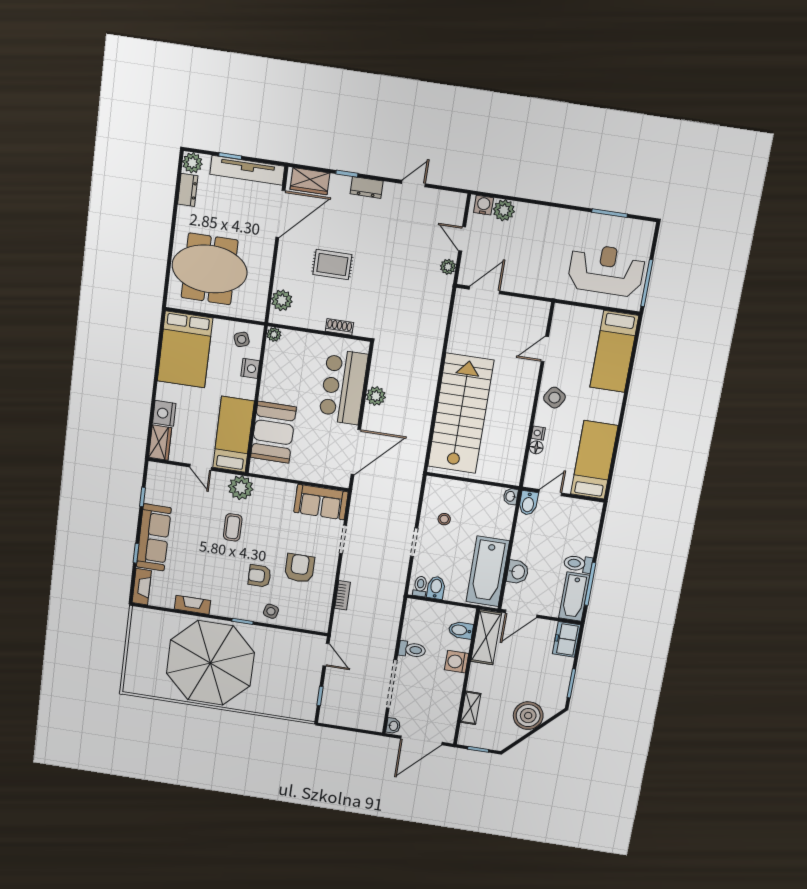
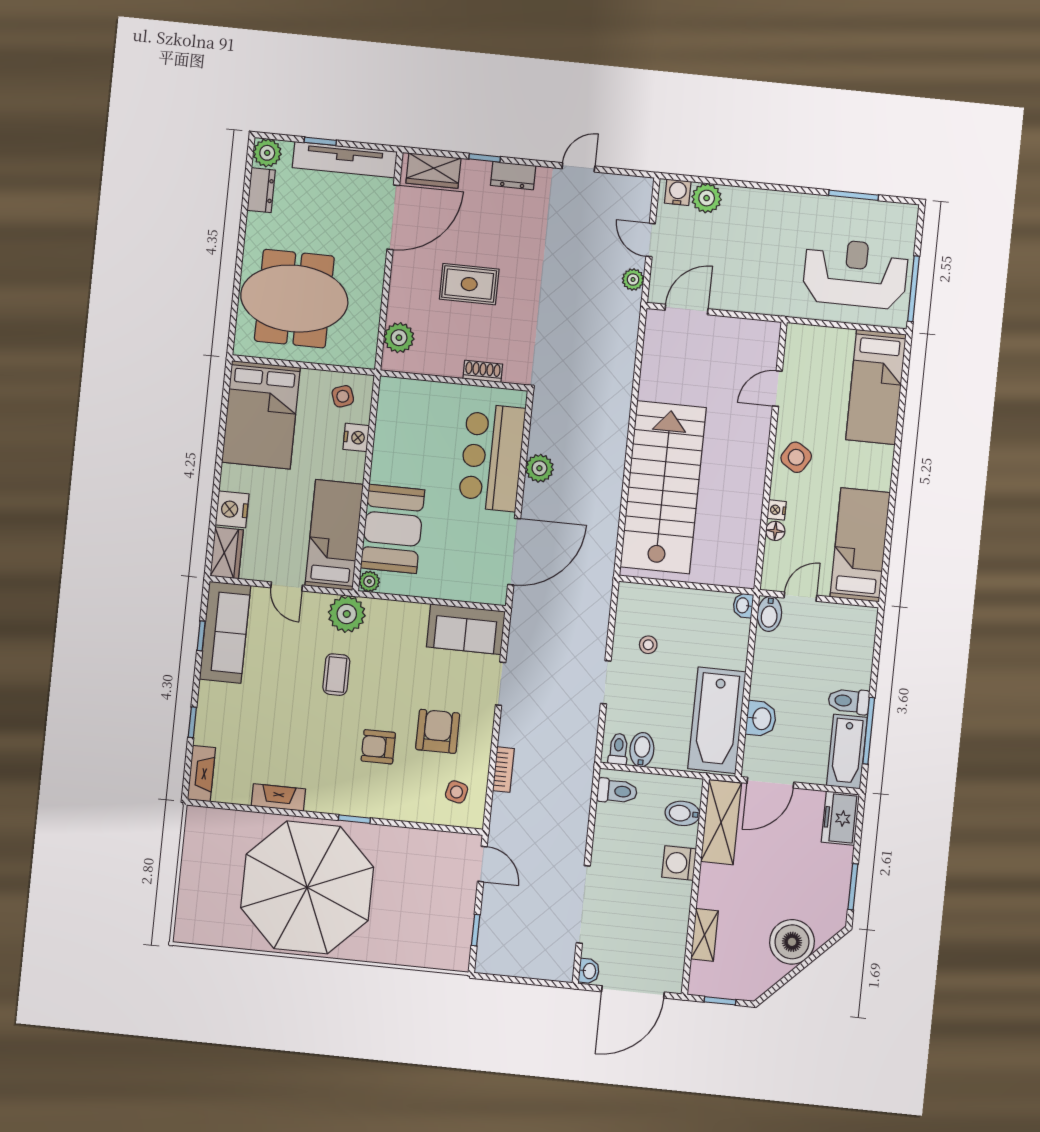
plant: (274, 334) -> (369, 581), moved
sofa: (154, 537) -> (225, 632), moved
side table: (271, 611) -> (457, 792), moved
toilet: (412, 650) -> (617, 791), moved

